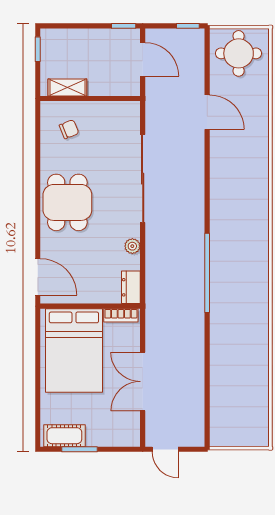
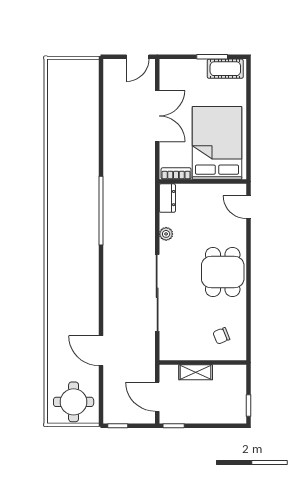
shelving: (67, 87) -> (196, 372), moved
door: (38, 277) -> (249, 207), width x0.73
door: (165, 449) -> (138, 57), swing flipped

